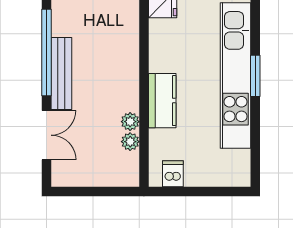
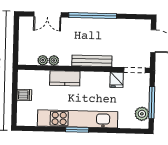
bench: (61, 74) -> (92, 61), moved
dishwasher: (173, 174) -> (24, 95), moved

